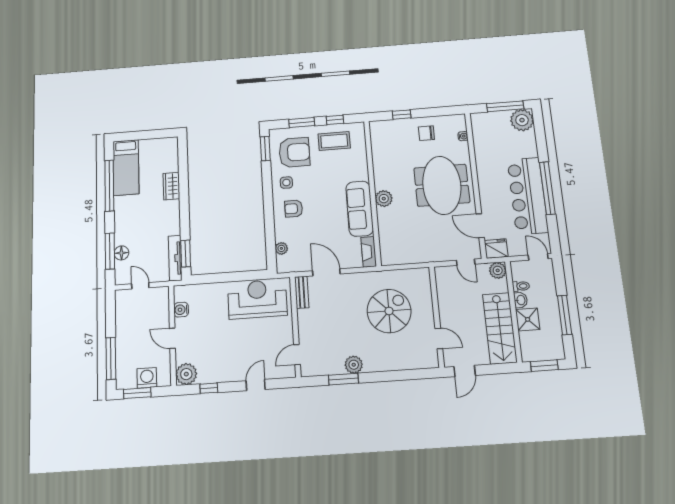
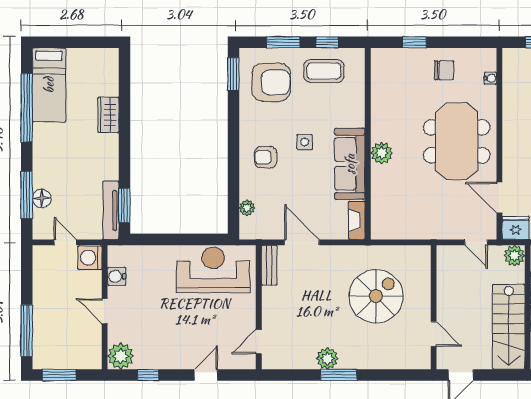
chair: (426, 133) -> (444, 70), turned 180
side table: (286, 183) -> (305, 142), moved
washing machine: (147, 378) -> (90, 258), moved, turned -90
window: (343, 379) -> (339, 375), moved

